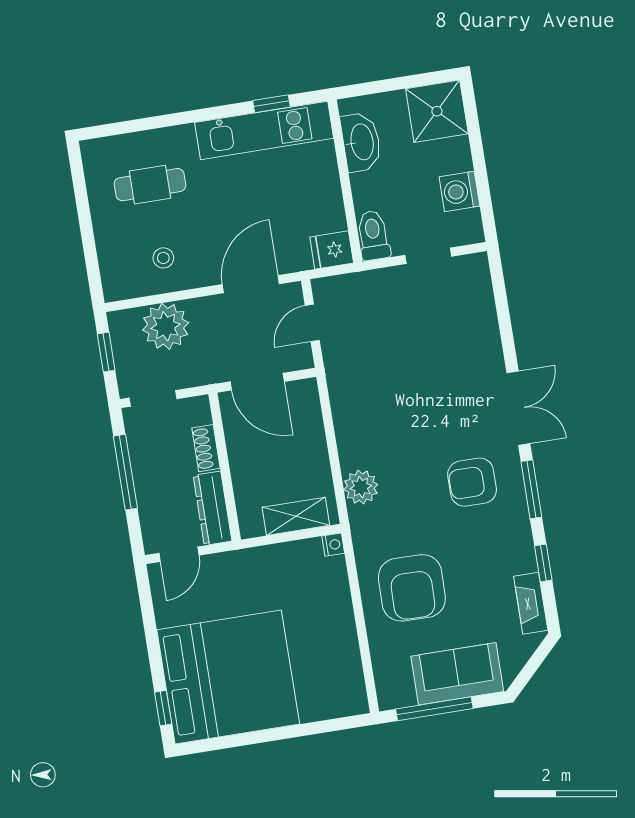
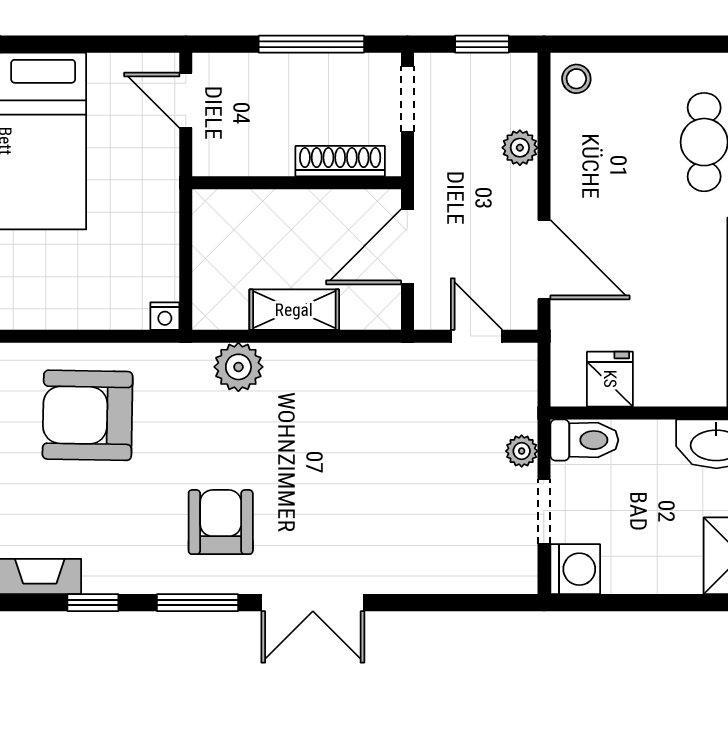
washing machine: (459, 191) -> (575, 569), moved, turned 90
fridge: (332, 250) -> (610, 379), moved
stool: (163, 258) -> (576, 79), moved
plant: (388, 278) -> (522, 451), added
plant: (166, 326) -> (520, 148), width x0.53, depth x0.53
shoe rack: (206, 448) -> (340, 161), width x1.43
dresser: (212, 508) -> (242, 157), removed
shelving: (296, 516) -> (294, 310), moved, turned 90

